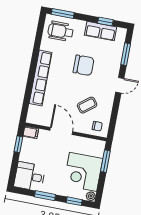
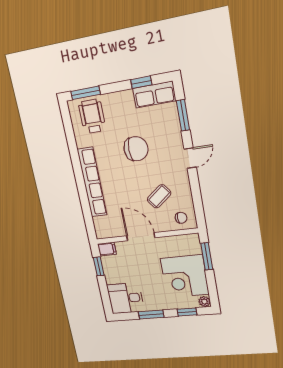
wheelchair: (61, 31) -> (92, 116), turned 90
row of seats: (101, 31) -> (154, 95), moved

